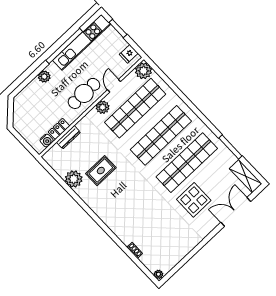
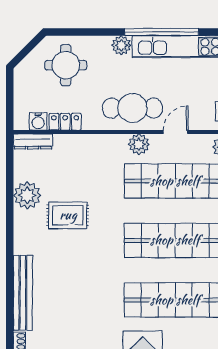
plant: (44, 77) -> (121, 45), moved
round table: (35, 103) -> (66, 65), added
dresser: (68, 137) -> (33, 141), moved
bench: (114, 225) -> (23, 293), added

